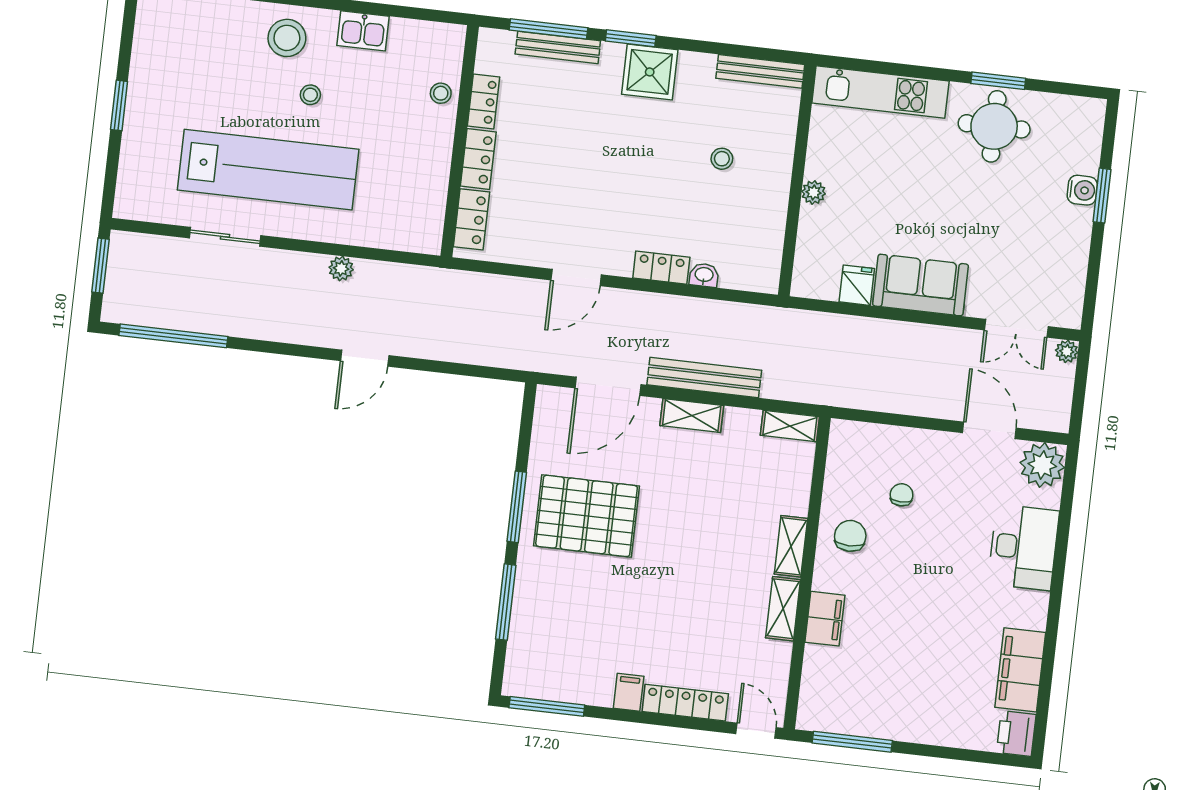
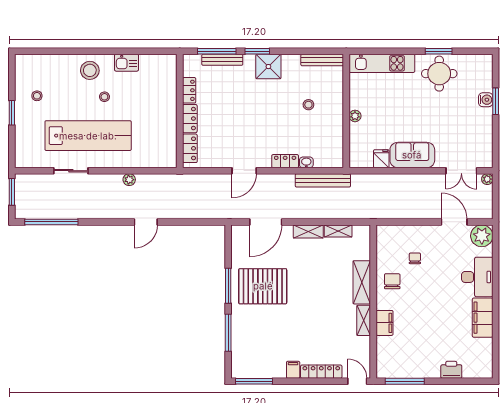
stool: (441, 93) -> (37, 96), moved
bench: (704, 378) -> (323, 180), moved
shelving: (790, 426) -> (338, 231), moved
shelving: (791, 546) -> (362, 282), width x1.50, depth x1.33
filing cabinet: (1020, 670) -> (483, 318), moved
printer: (1016, 734) -> (451, 370), moved, turned 90

